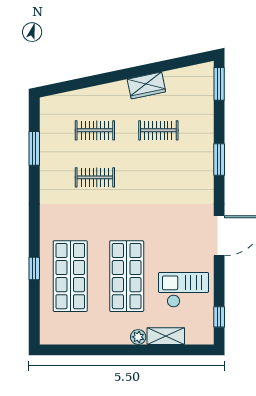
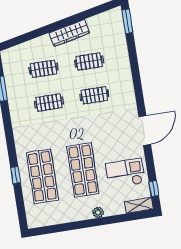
wardrobe: (146, 85) -> (69, 33), width x1.50
window: (219, 160) -> (136, 76), removed
clothes rail: (158, 177) -> (94, 95), added
shelving: (166, 336) -> (139, 205), moved

